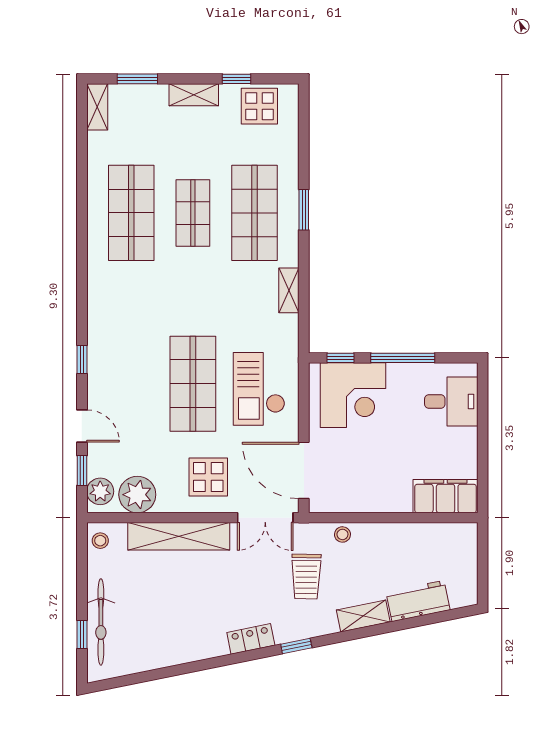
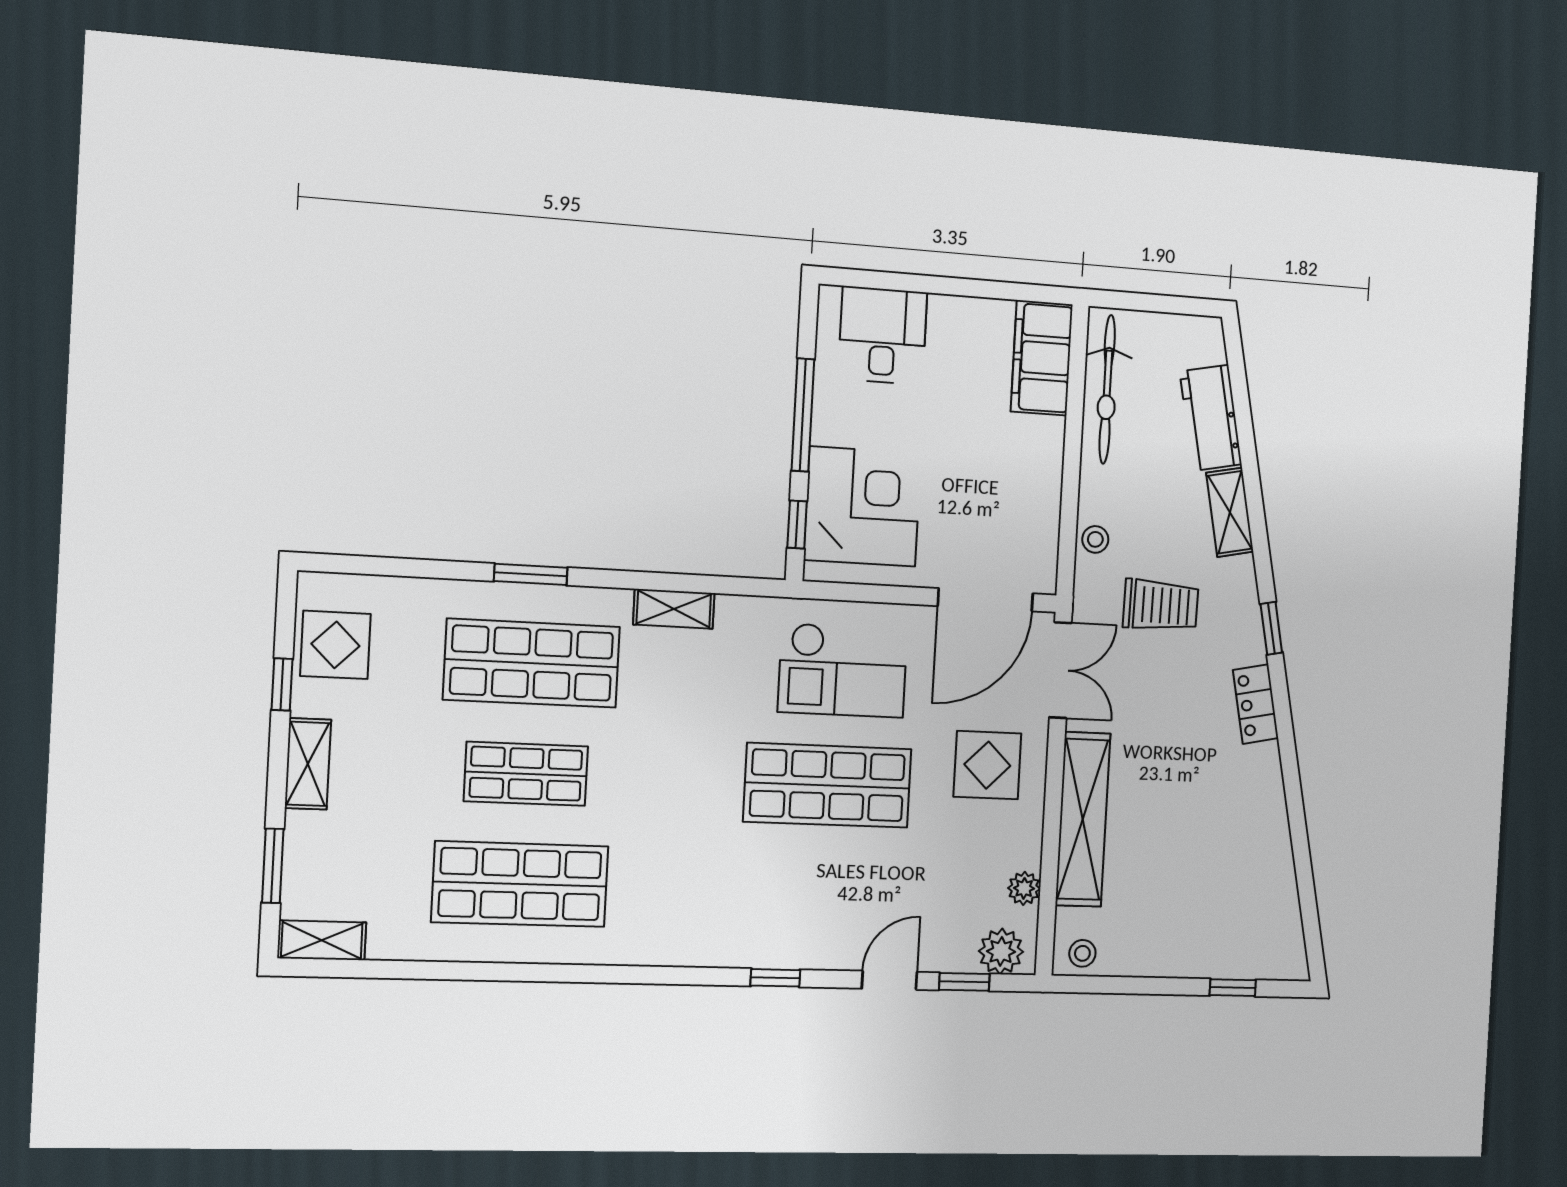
plant: (137, 495) -> (1024, 888), width x0.53, depth x0.53
bicycle: (101, 622) -> (1107, 389), moved, turned 90

